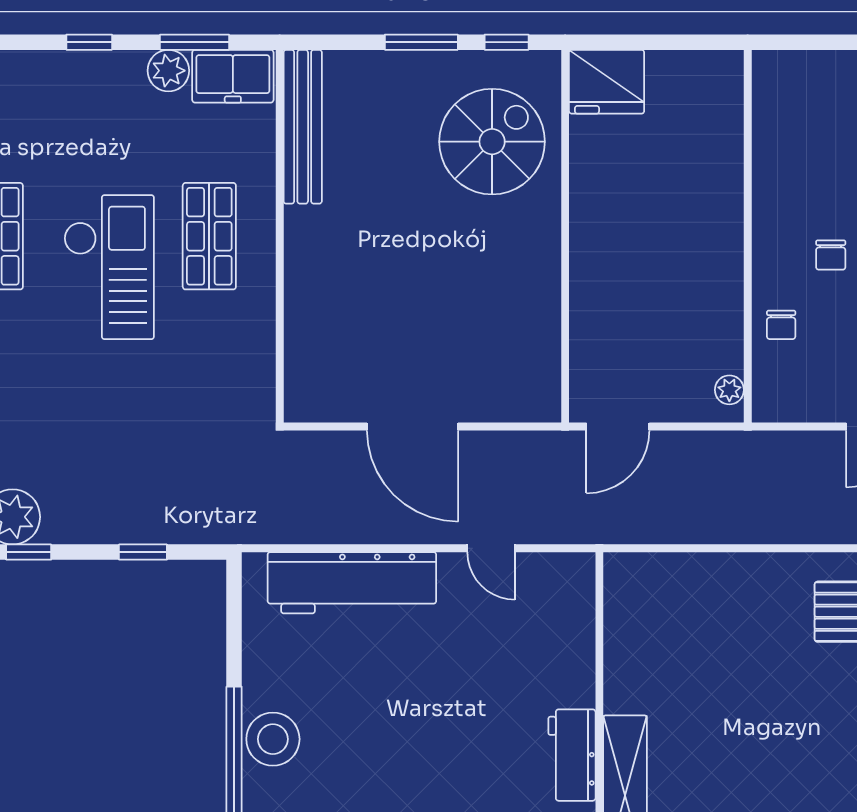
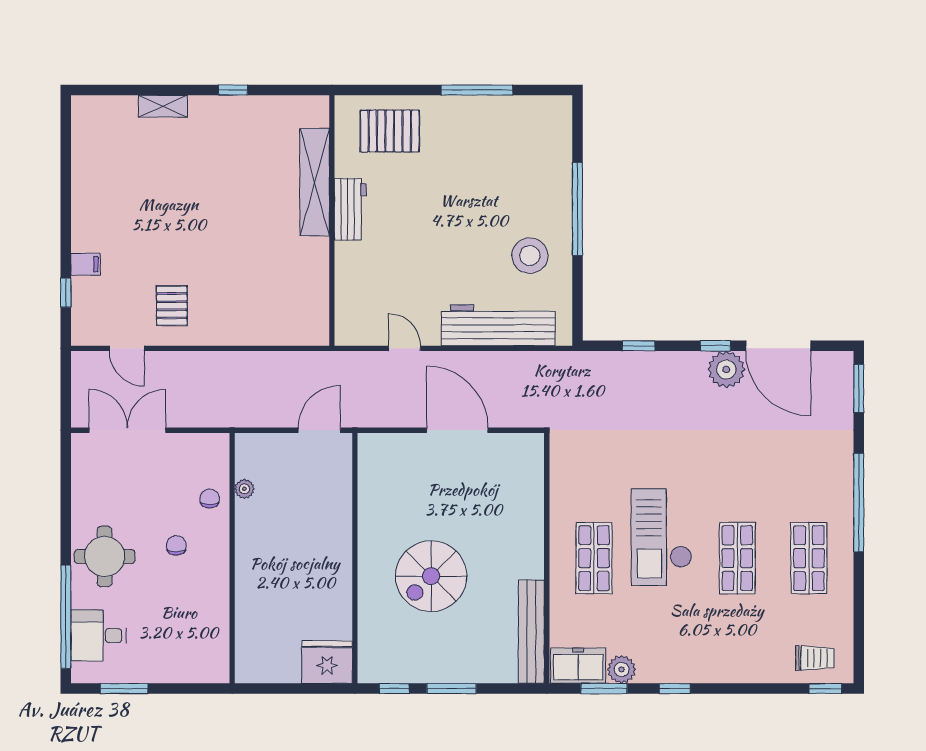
spiral stairs: (492, 142) -> (431, 576), moved
plant: (729, 390) -> (244, 489), moved
stool: (273, 739) -> (530, 256), moved

